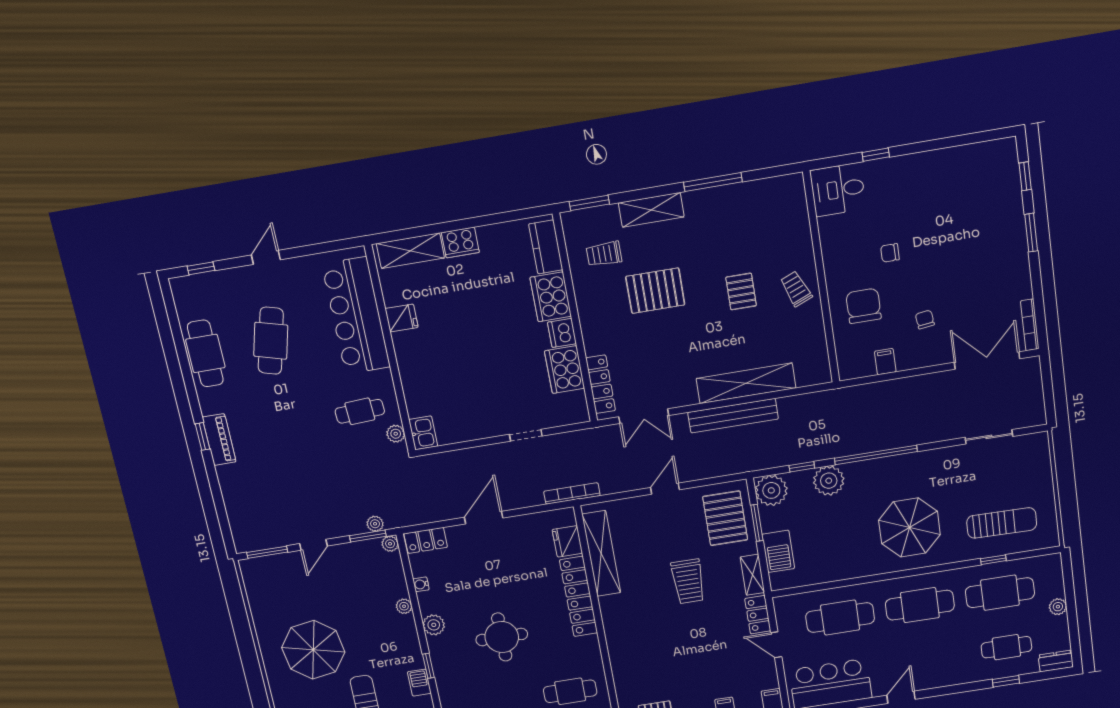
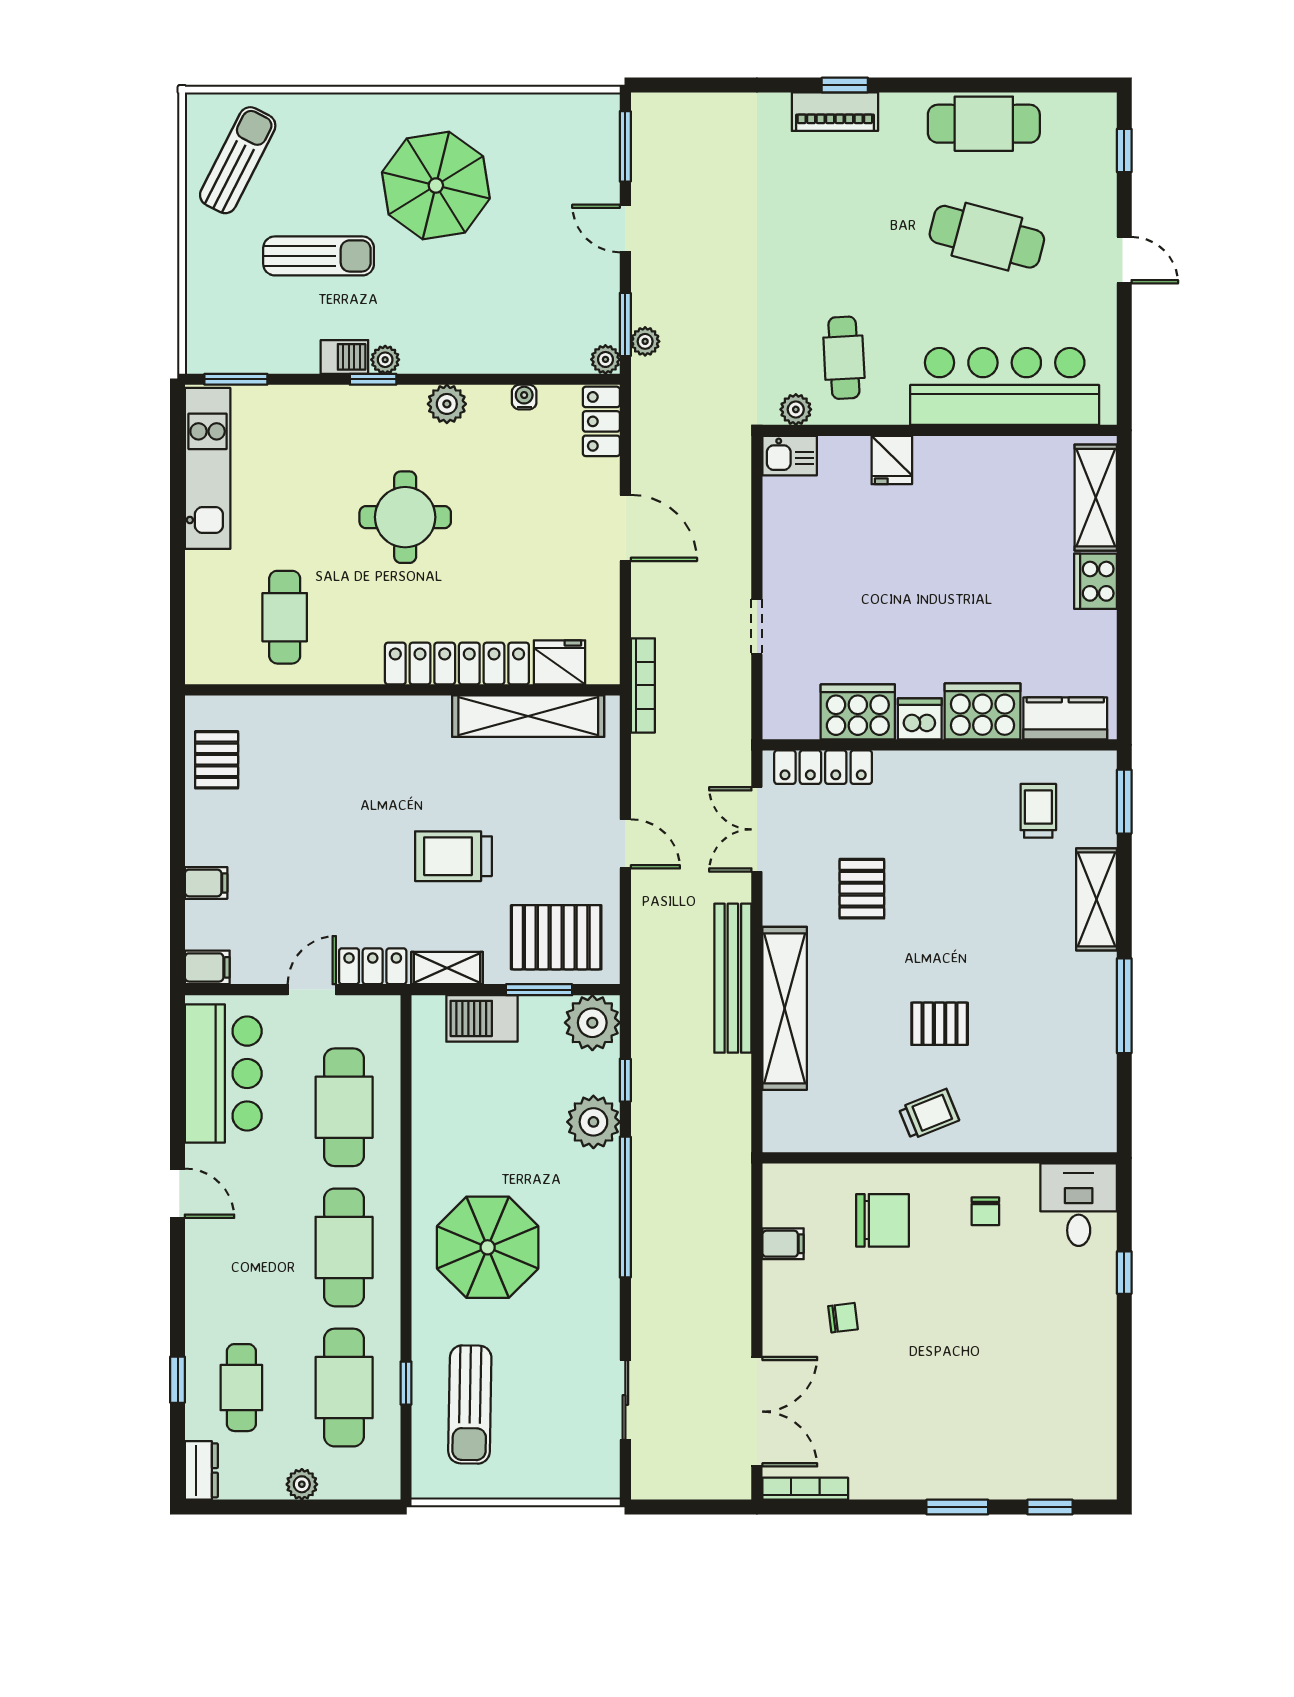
chair: (890, 253) -> (985, 1211), moved, turned 180
pallet: (655, 291) -> (862, 889), moved, width x0.67, depth x0.71
fridge: (401, 318) -> (892, 460), moved
plant: (404, 606) -> (385, 360), moved

